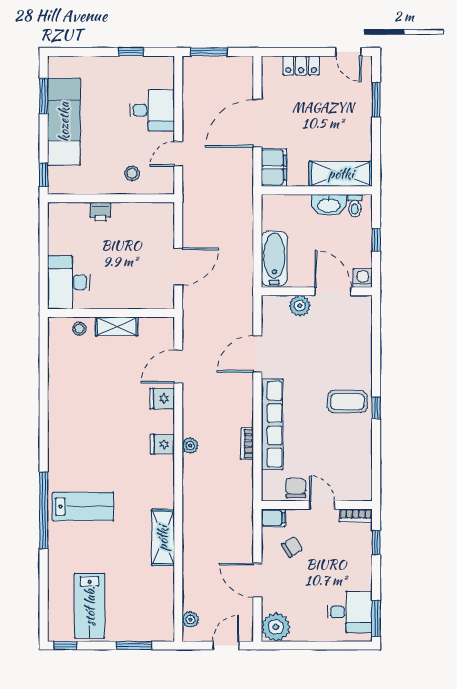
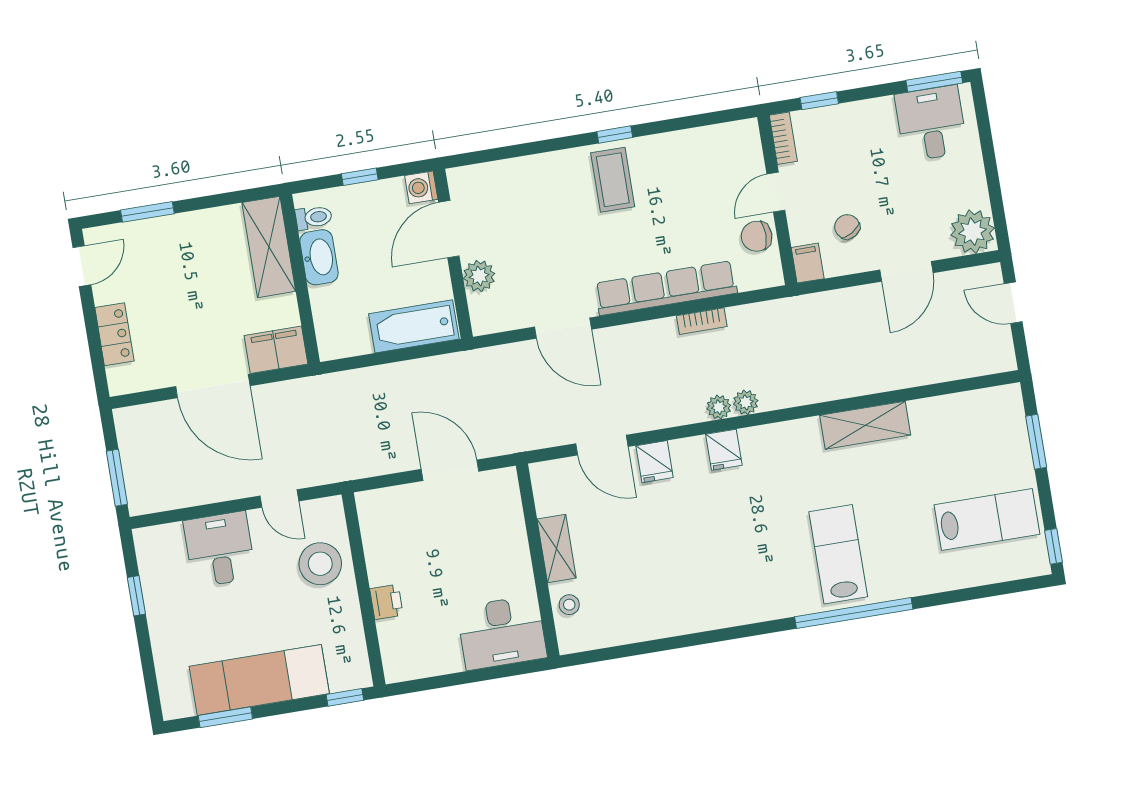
stool: (132, 173) -> (320, 564), width x1.89, depth x1.89
plant: (190, 620) -> (746, 402), moved

